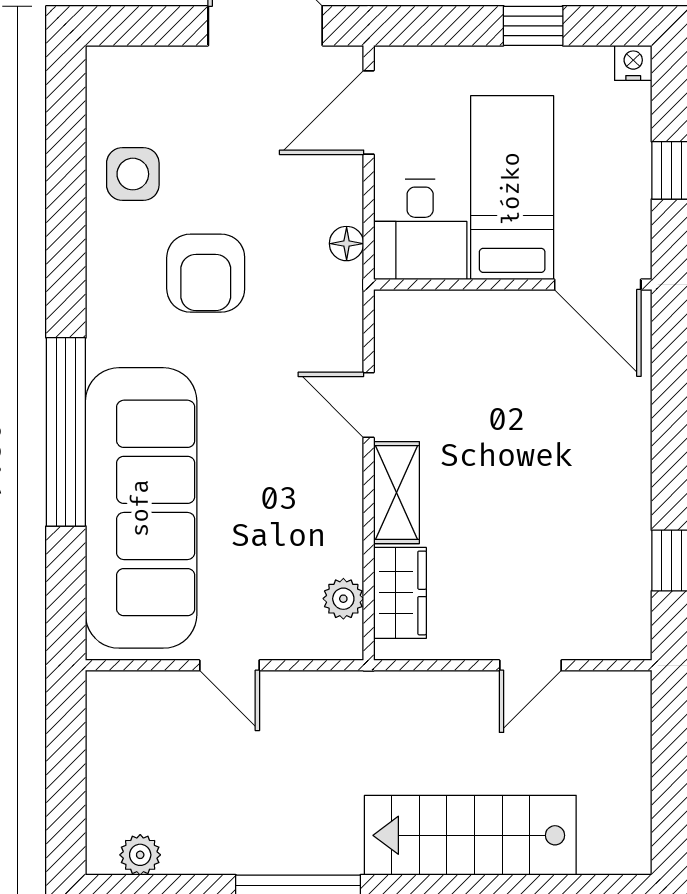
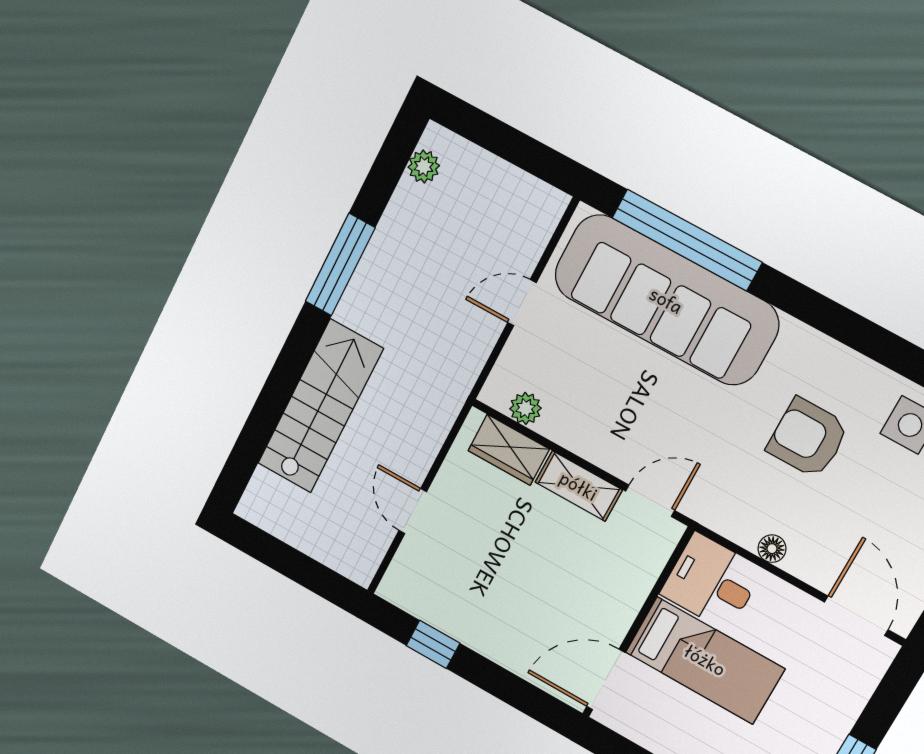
bed: (512, 188) -> (705, 660), moved
desk: (420, 229) -> (712, 582), moved
wall: (513, 285) -> (638, 623), moved
door: (598, 285) -> (606, 680), moved
window: (66, 432) -> (687, 240), moved

